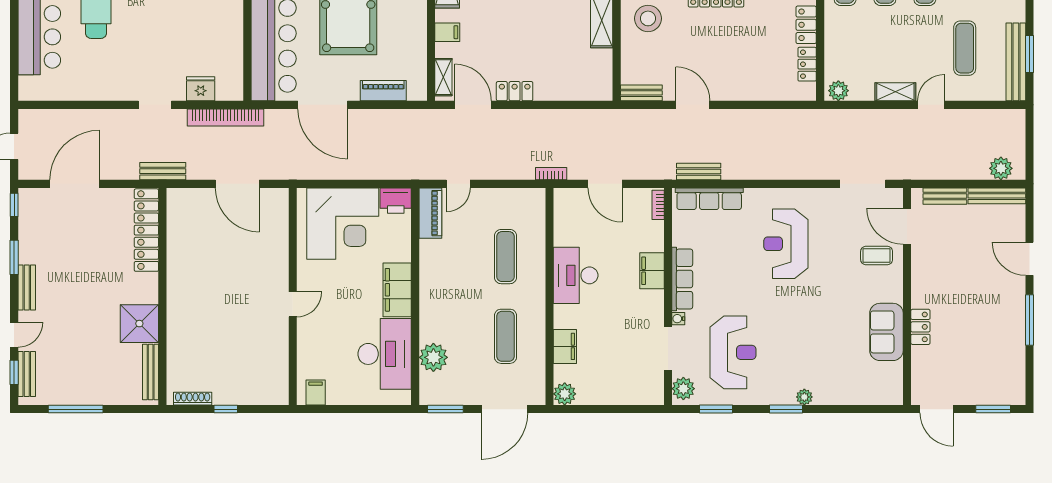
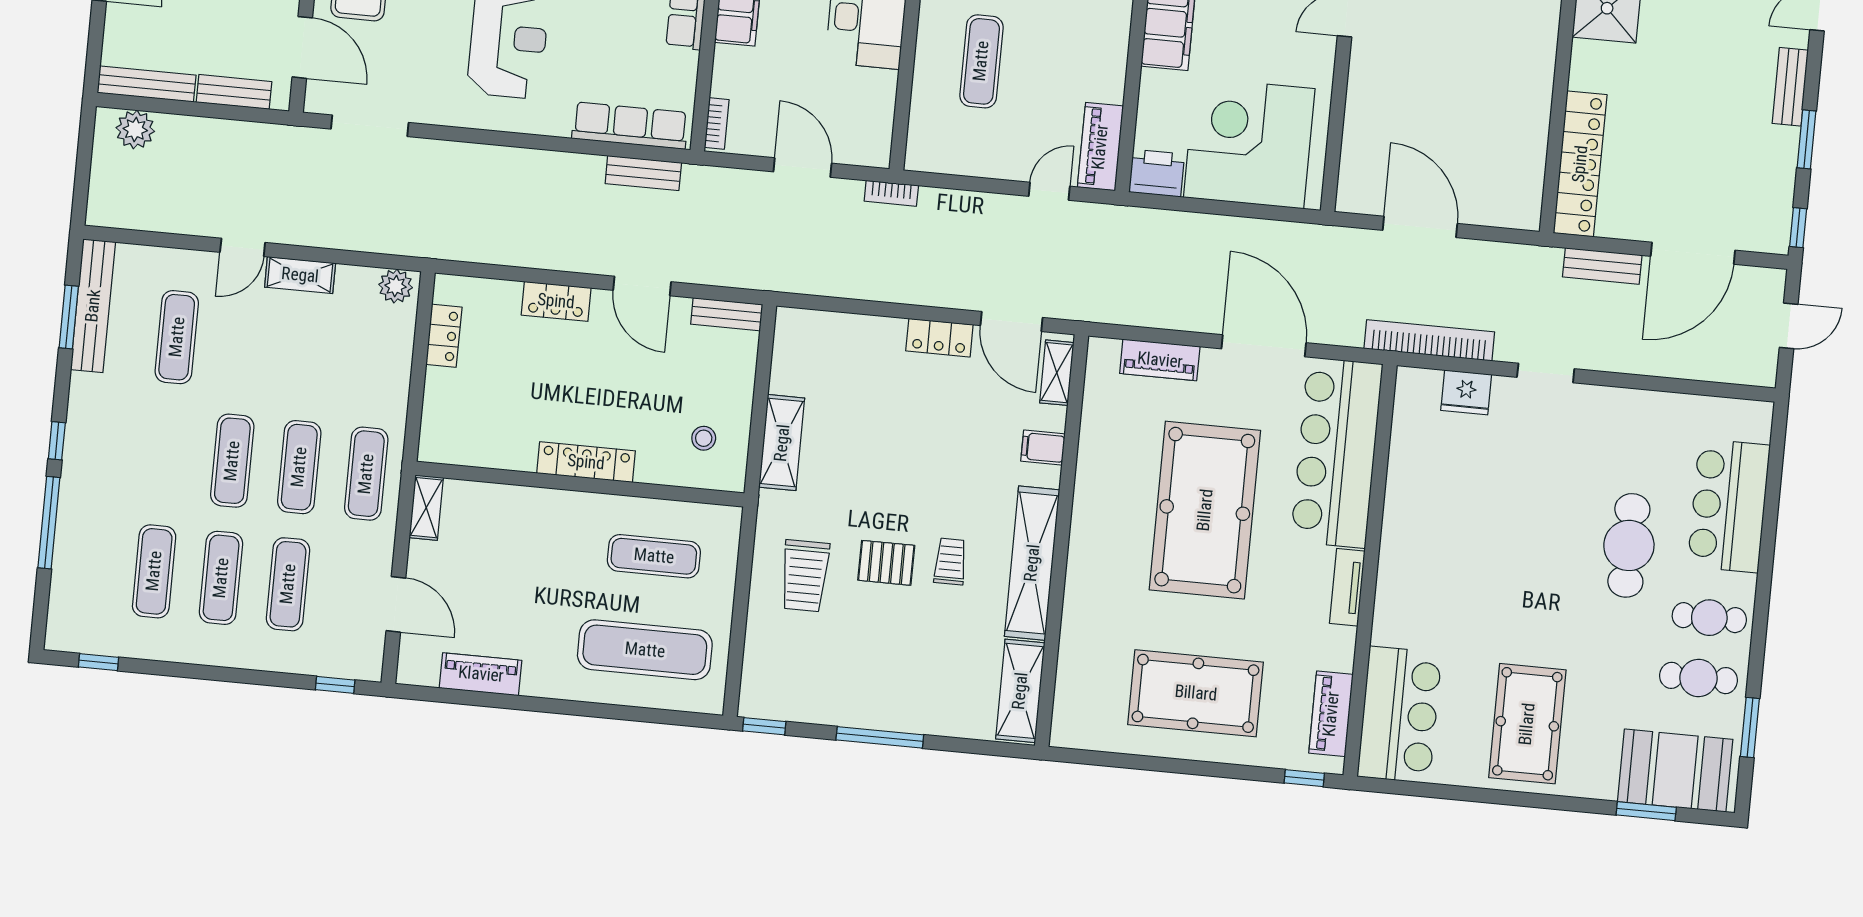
stool: (648, 18) -> (704, 438), width x0.53, depth x0.53
locker: (806, 25) -> (556, 301), moved, turned 90
bench: (163, 171) -> (1602, 266), moved

